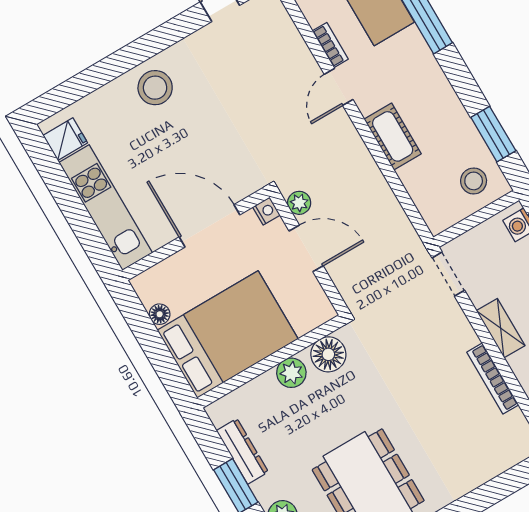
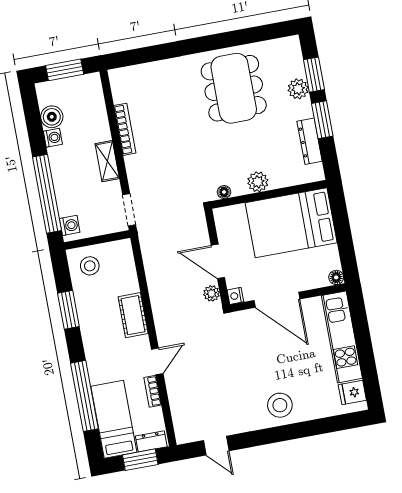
window: (493, 134) -> (68, 310), moved
floor lamp: (160, 314) -> (336, 277), moved
floor lamp: (328, 354) -> (224, 192), width x0.53, depth x0.53

